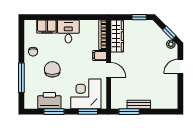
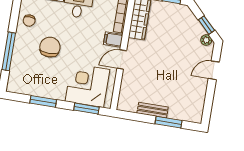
door: (109, 70) -> (122, 59), swing flipped
printer: (49, 101) -> (40, 86), removed
window: (129, 112) -> (168, 122), moved

